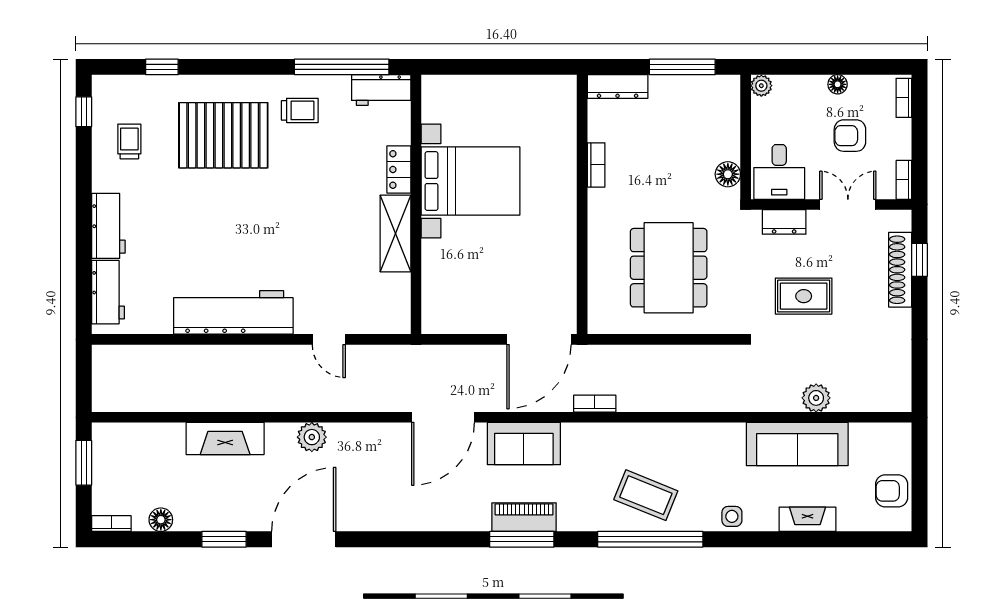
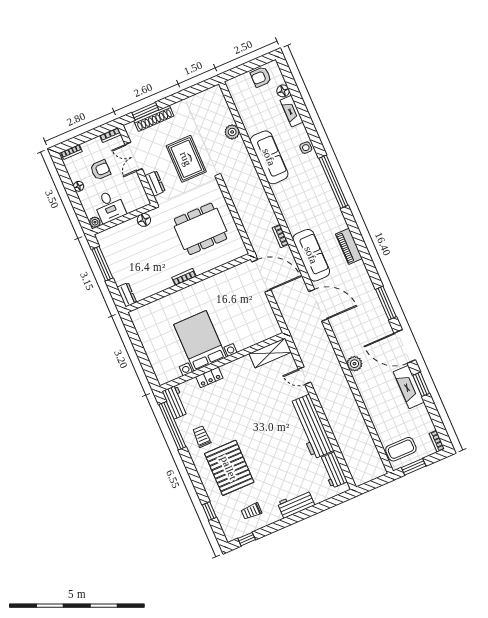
dresser: (618, 87) -> (127, 295), width x0.70
armchair: (850, 136) -> (100, 170), turned -90
bookcase: (596, 165) -> (184, 277), moved
desk: (779, 172) -> (110, 206), moved, turned 90
shelving: (395, 234) -> (270, 353), moved
window: (919, 260) -> (145, 111), width x1.50
workbench: (108, 292) -> (333, 470), moved, turned -90
rug: (804, 296) -> (186, 159), width x1.36, depth x1.43
door: (329, 339) -> (305, 376), swing flipped
fireplace: (225, 439) -> (409, 387), moved, turned 180
sofa: (524, 444) -> (311, 255), width x1.36
sofa: (797, 444) -> (269, 157), moved
armchair: (892, 491) -> (261, 77), turned 90
coffee table: (646, 495) -> (401, 449), moved, turned 68
floor lamp: (161, 520) -> (283, 91), moved
window: (522, 539) -> (386, 303), moved

